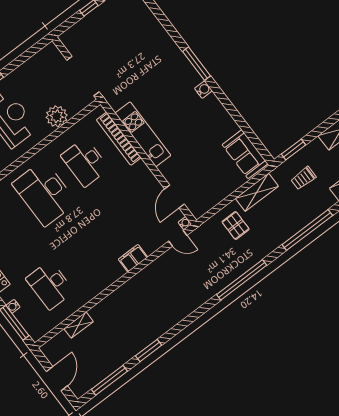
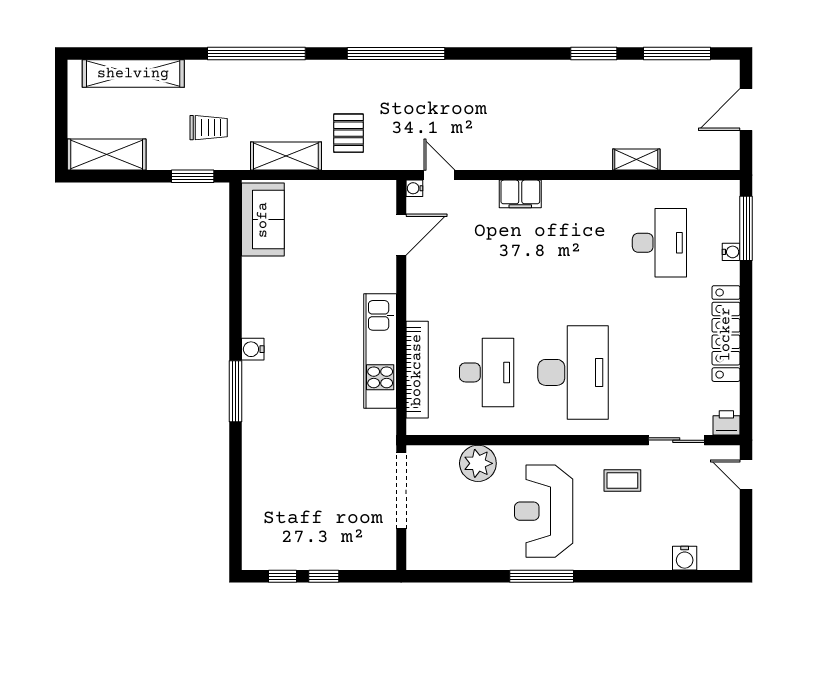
shelving: (79, 325) -> (636, 160), moved

